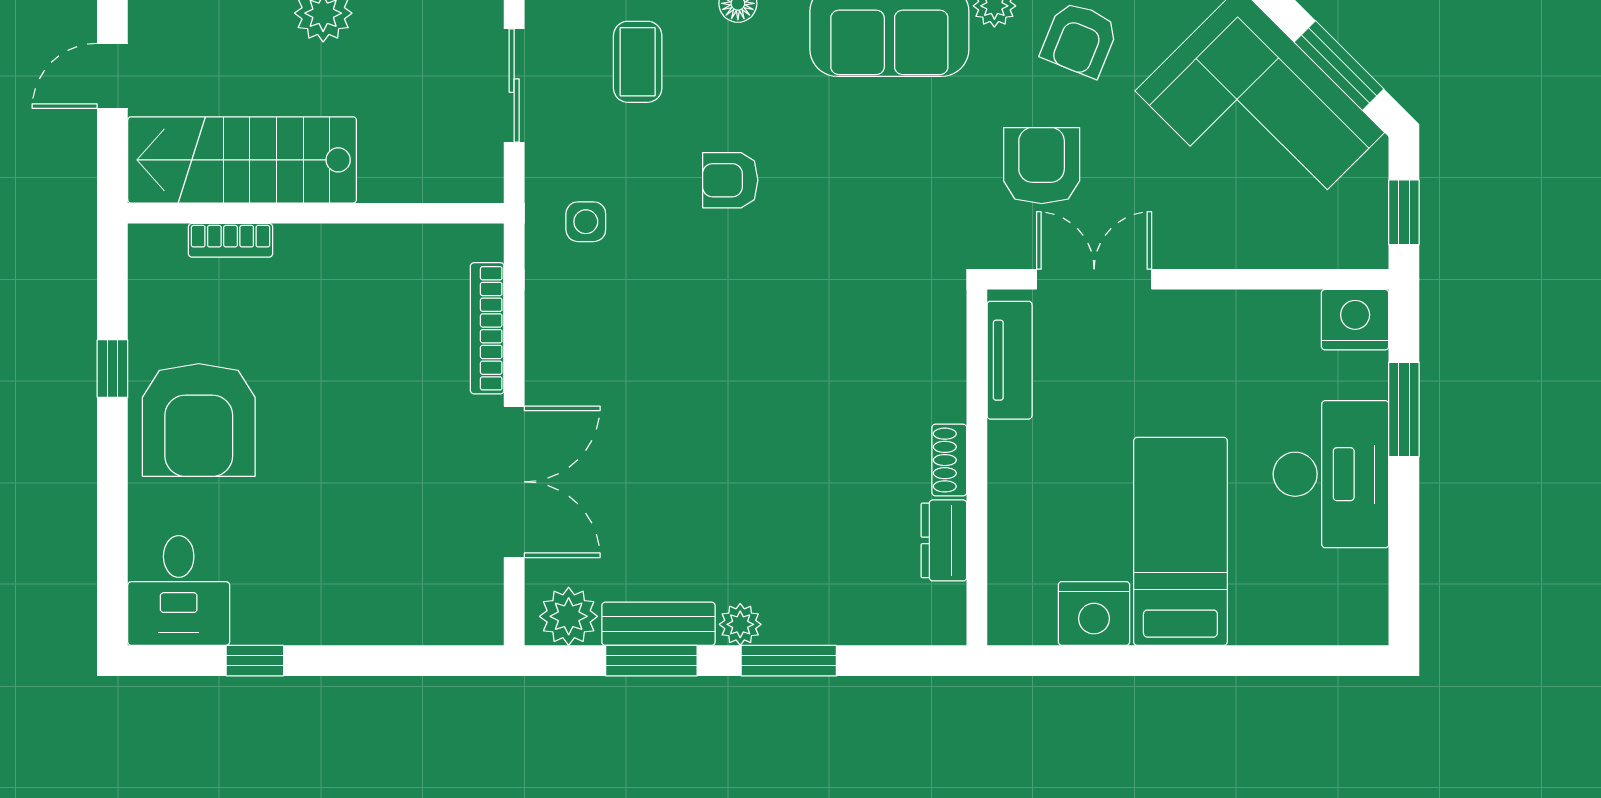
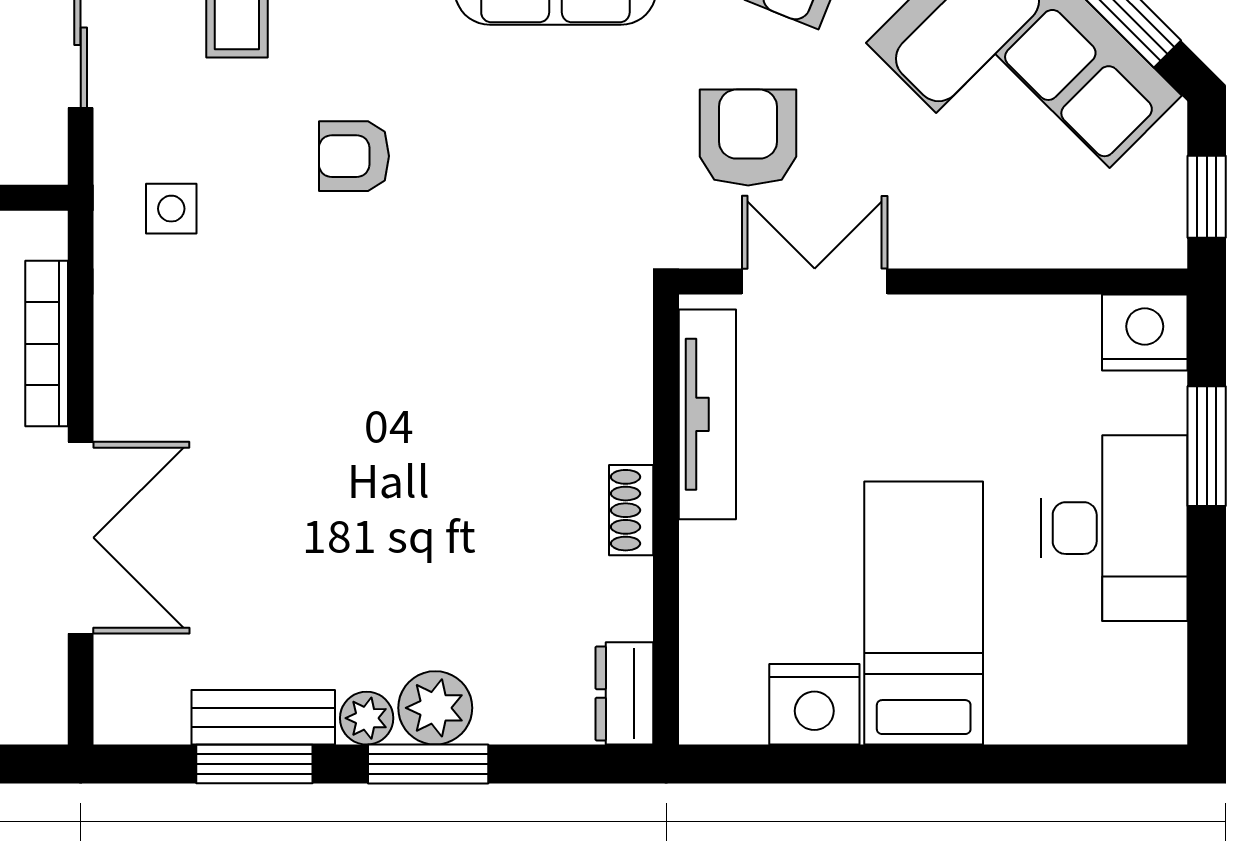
tv unit: (1010, 360) -> (707, 414), width x1.41
dresser: (944, 540) -> (624, 693), moved
plant: (569, 616) -> (435, 708), moved

